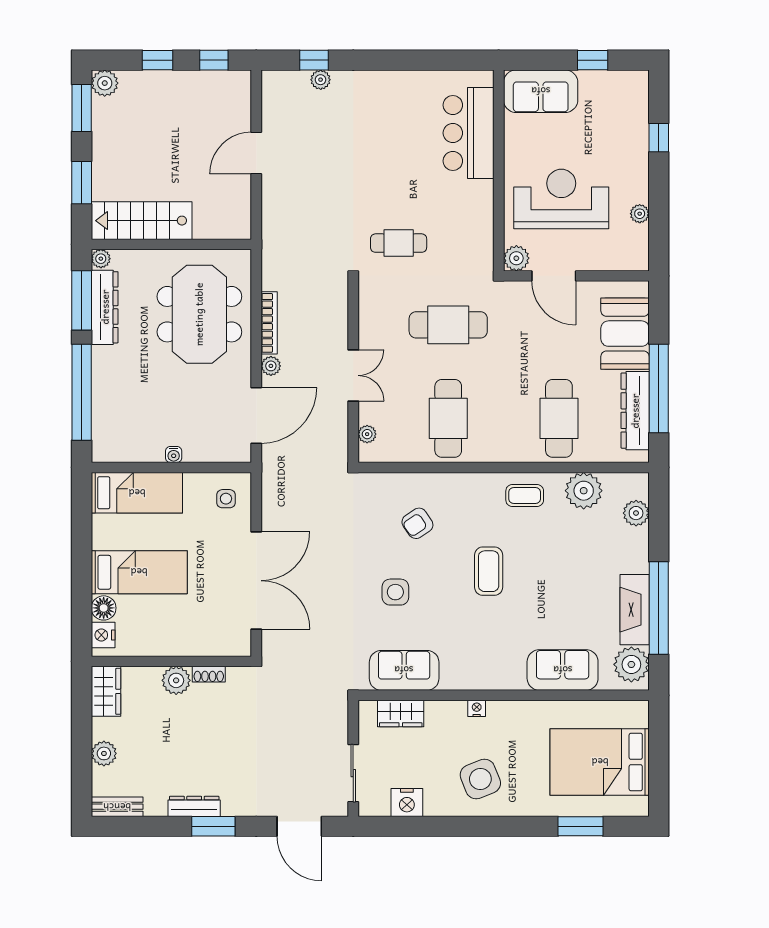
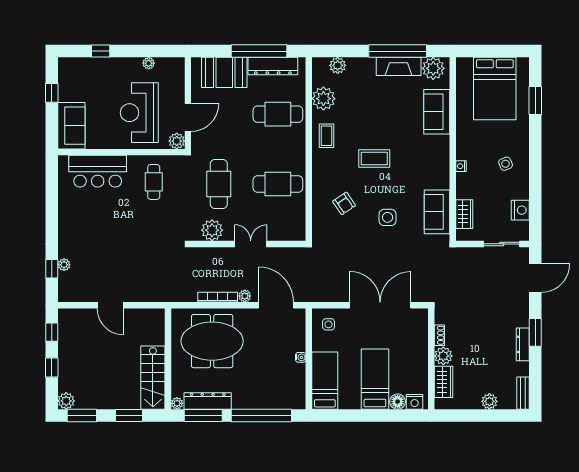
cafe table: (399, 243) -> (154, 182), moved
plant: (367, 434) -> (212, 230), moved, width x1.88, depth x1.88
wardrobe: (106, 691) -> (444, 382), moved, turned 90
side table: (480, 779) -> (506, 164), width x0.54, depth x0.54

